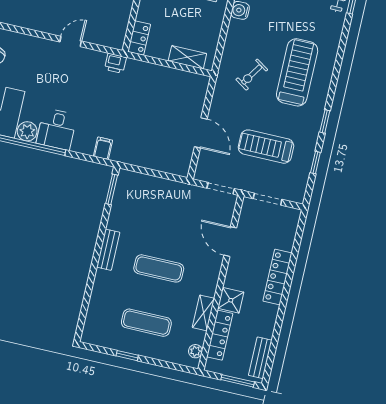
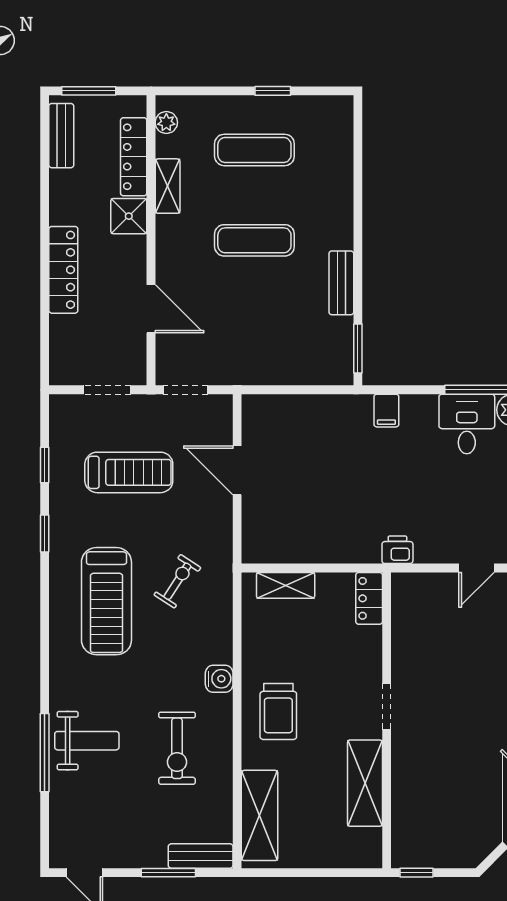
bench: (108, 250) -> (341, 283), moved

